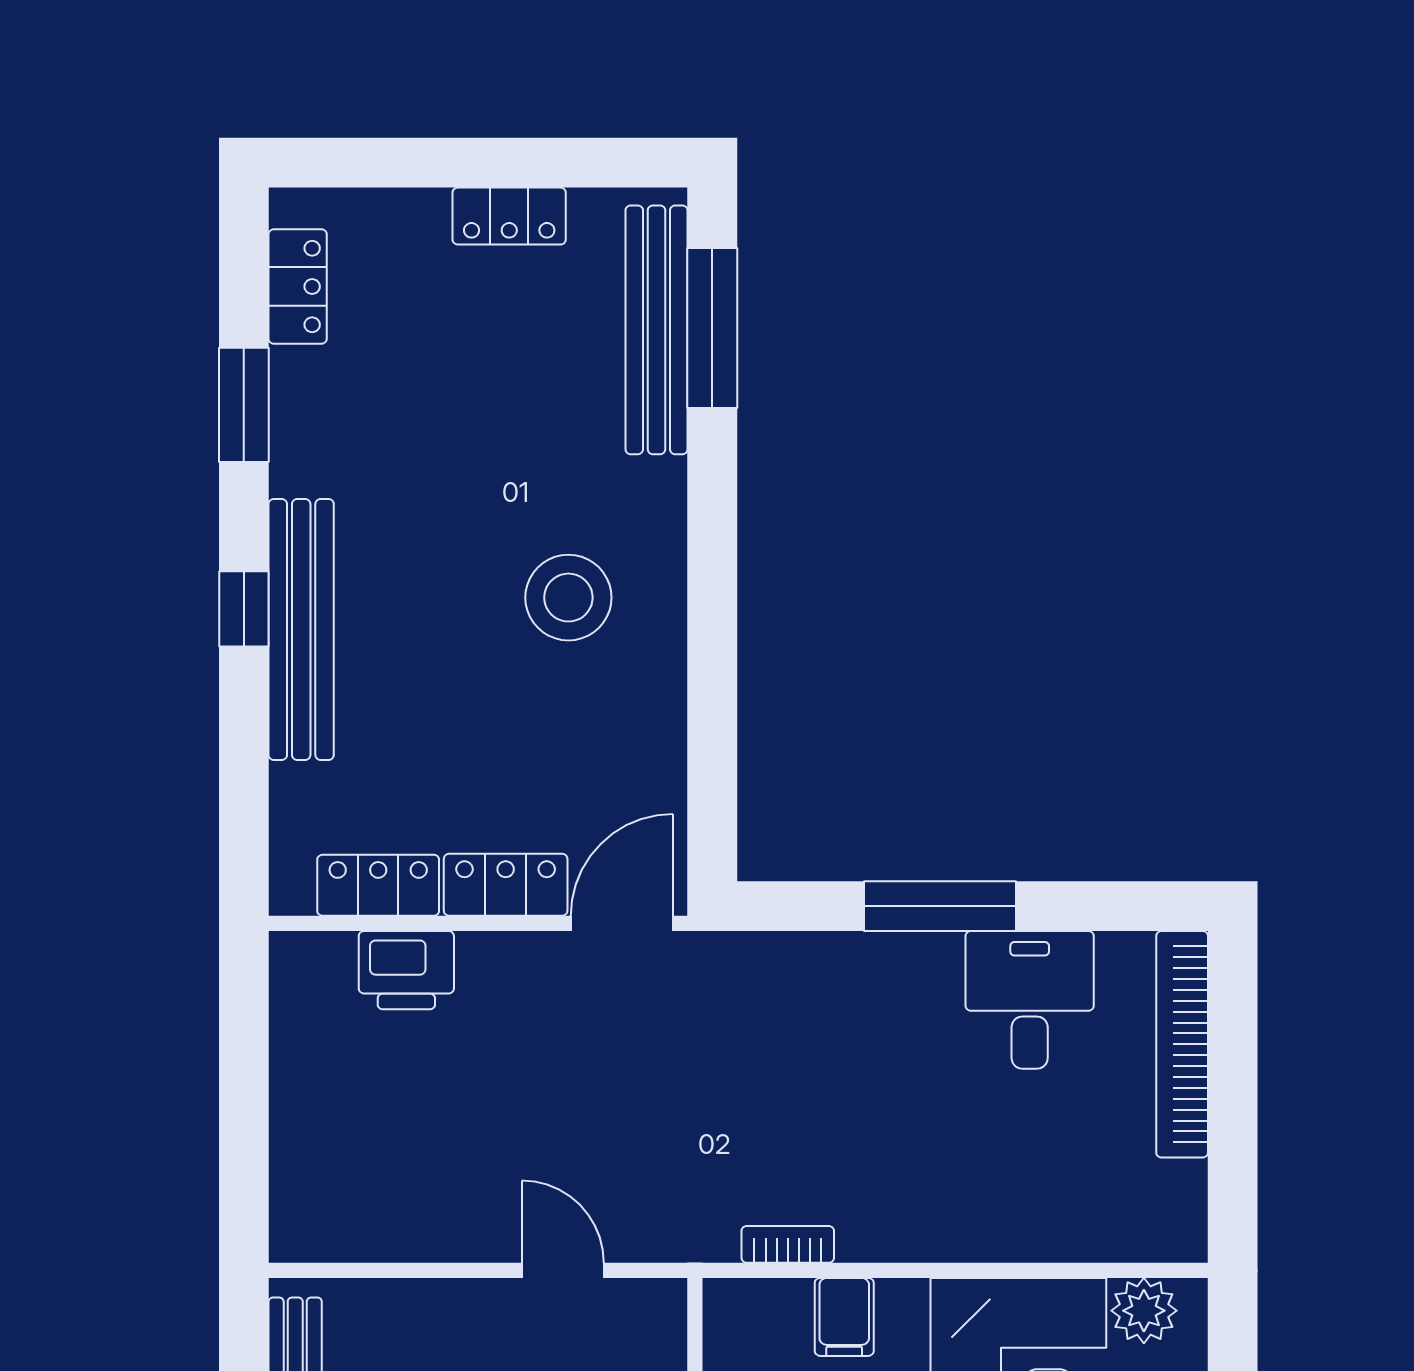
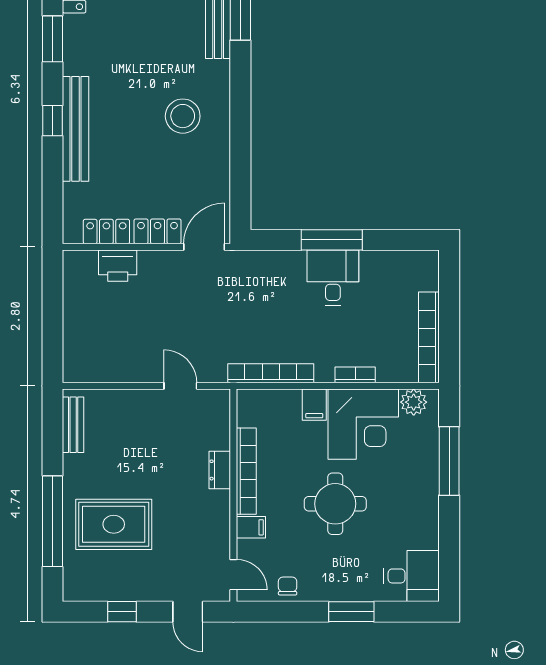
desk: (1030, 1000) -> (333, 277), moved
bookcase: (1182, 1044) -> (429, 337), moved
bookcase: (998, 1243) -> (355, 375), added
bookcase: (788, 1244) -> (271, 373), width x2.31, depth x1.31
filing cabinet: (844, 1317) -> (314, 405), moved

